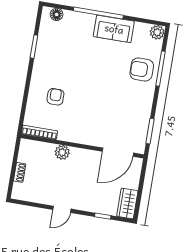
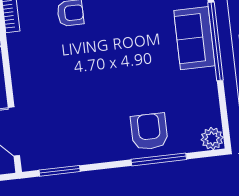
sofa: (114, 29) -> (194, 38), moved

